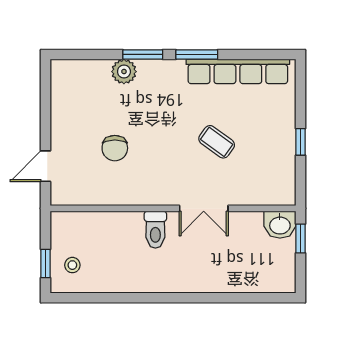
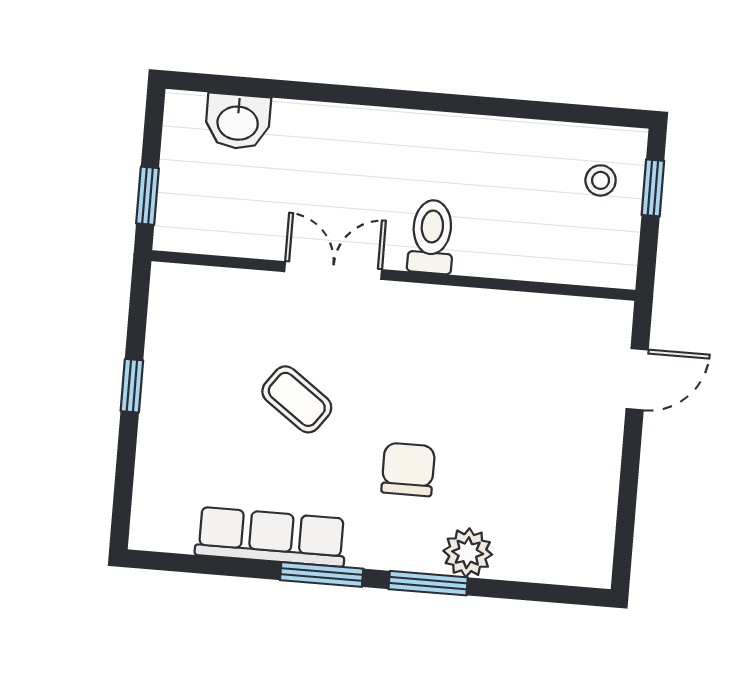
row of seats: (238, 71) -> (271, 537), width x0.73
chair: (115, 148) -> (408, 469), moved
washbasin: (280, 225) -> (238, 122), moved, turned 180

